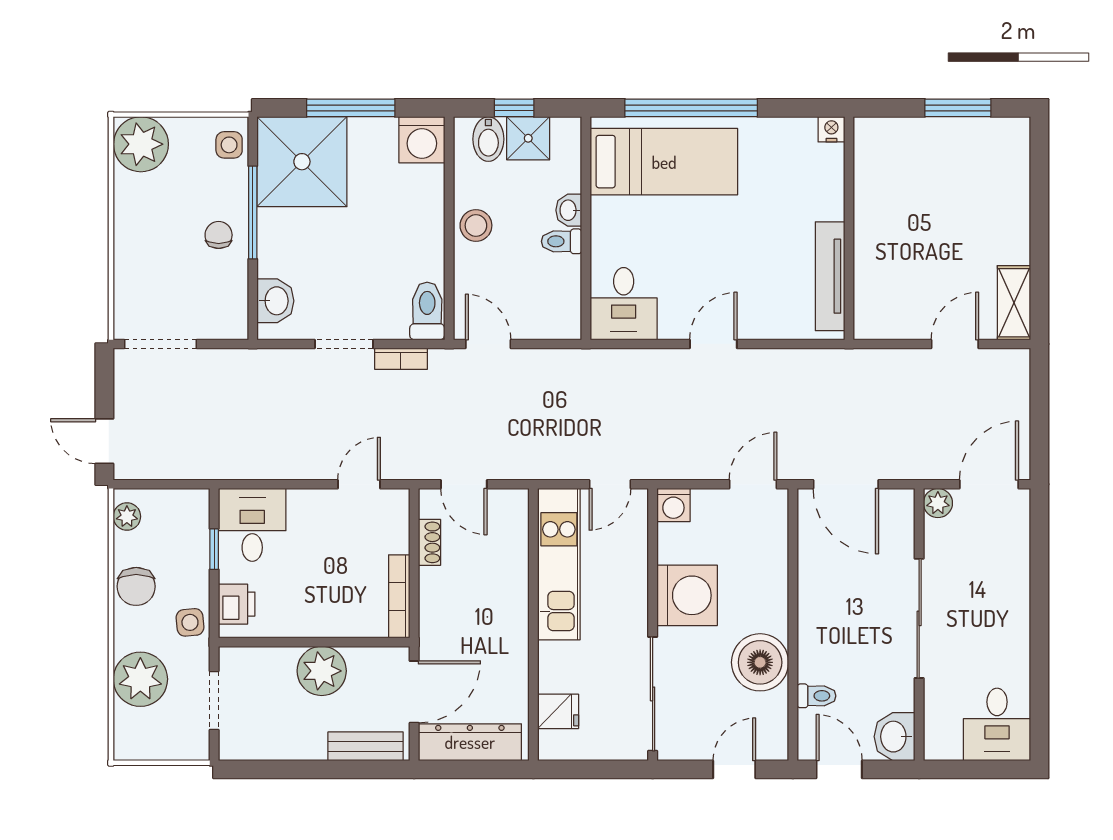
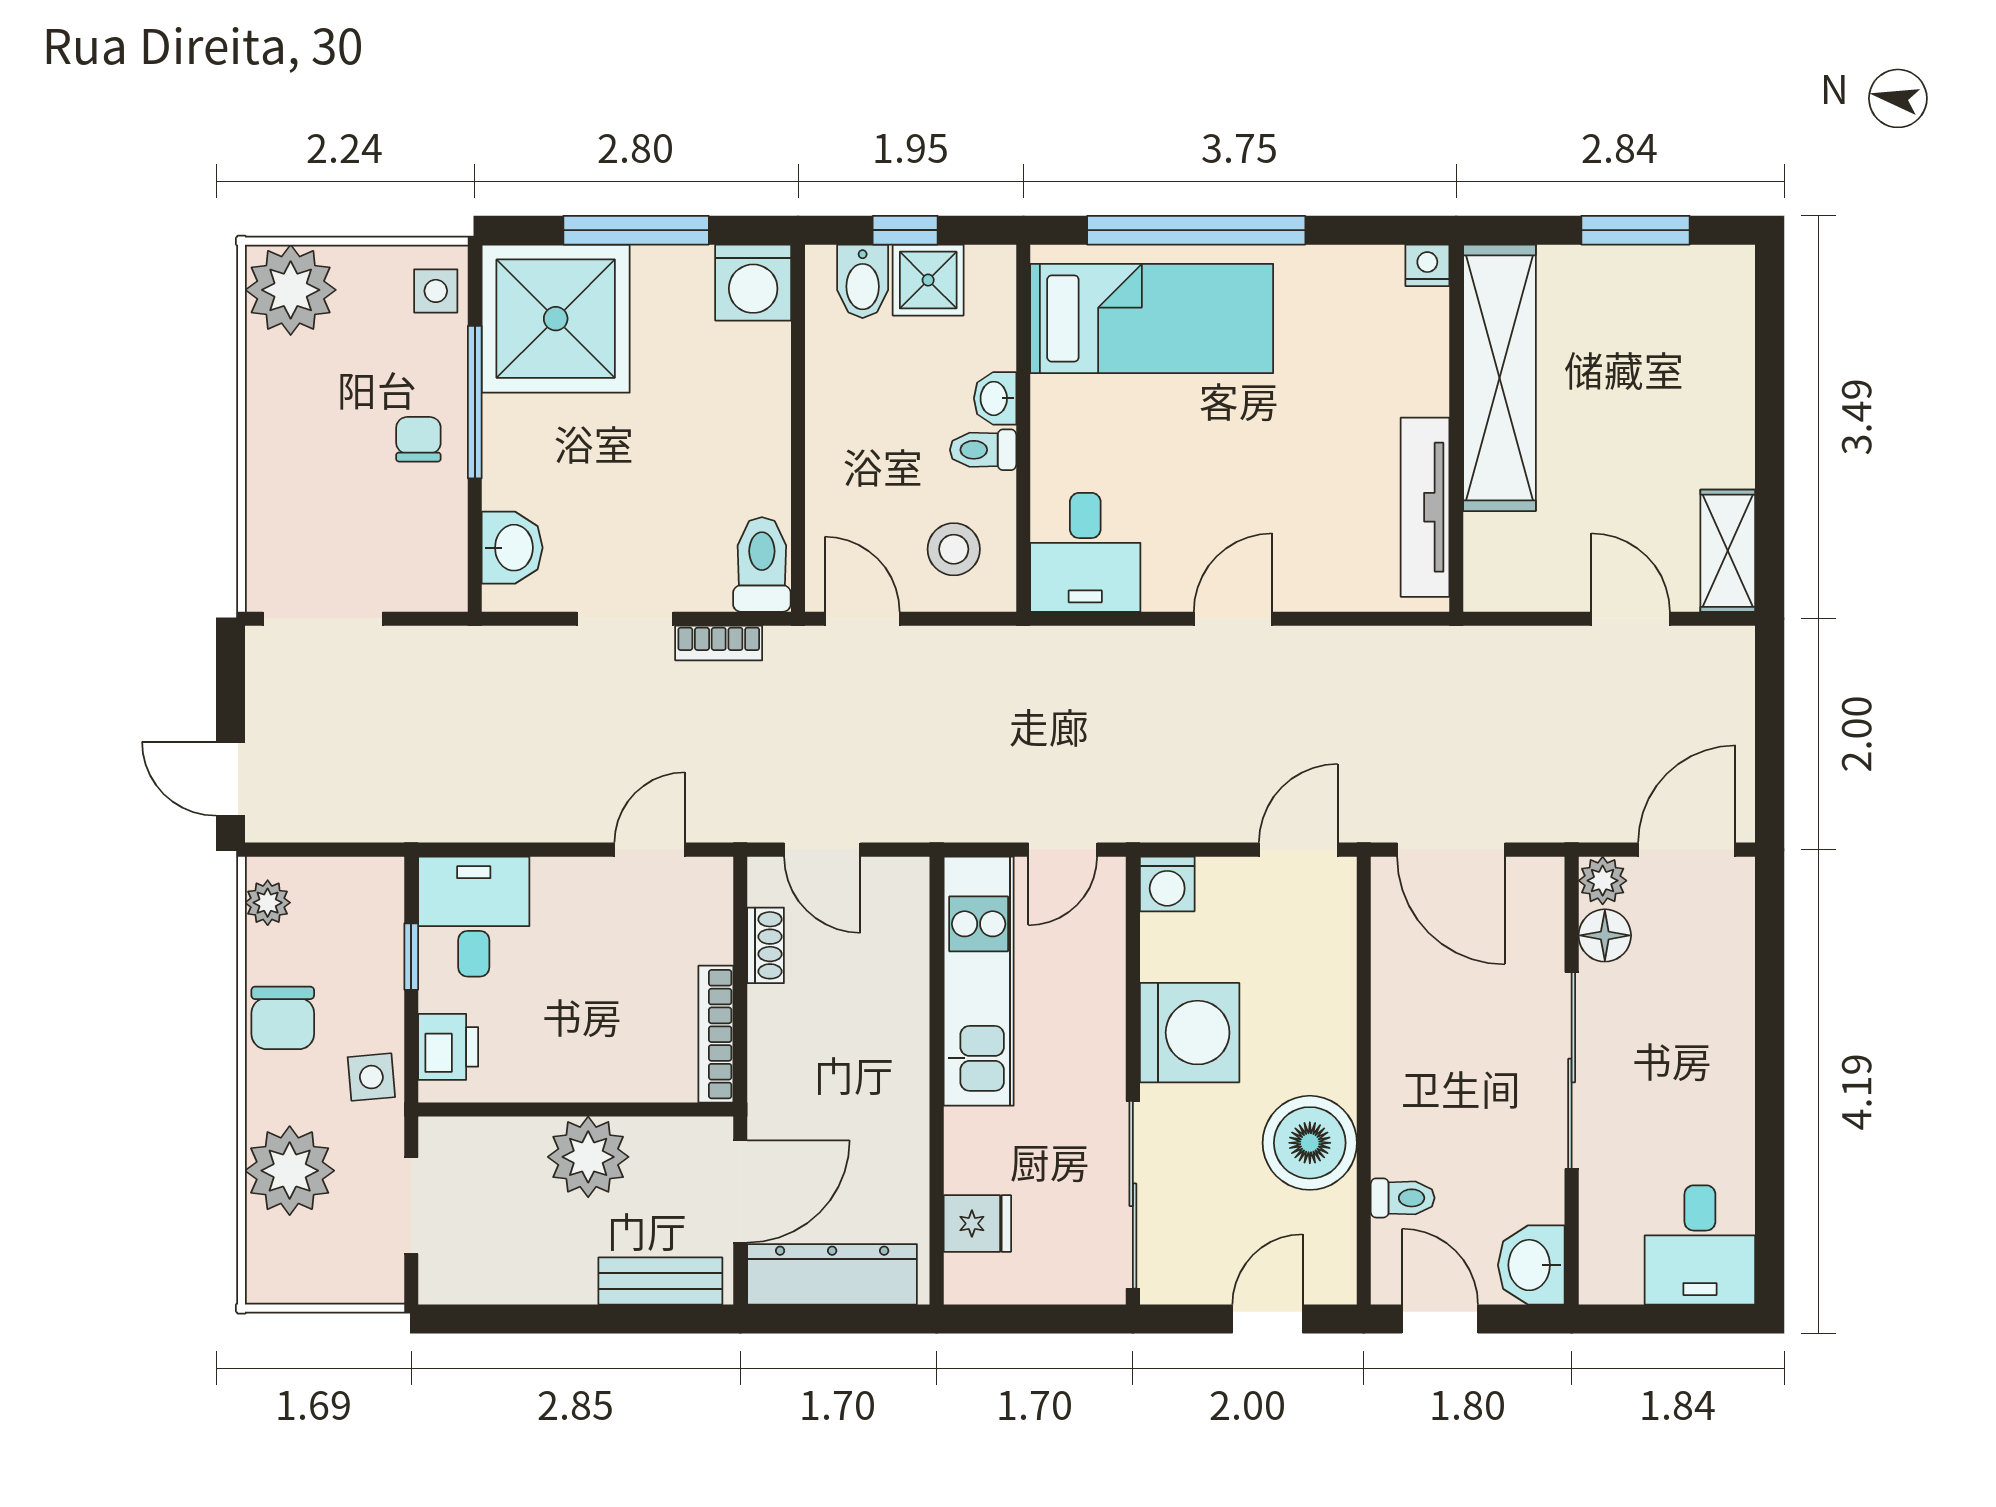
shelving: (875, 198) -> (1499, 378), added
stool: (476, 225) -> (954, 549), moved
door: (955, 344) -> (1631, 619), hinge flipped
floor lamp: (939, 536) -> (1605, 935), added

